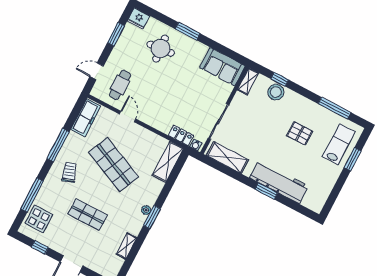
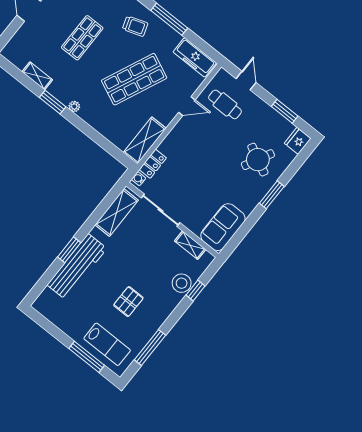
round table: (161, 49) -> (258, 160), turned 32
shelving: (248, 81) -> (190, 245), moved
window: (353, 159) -> (87, 357), width x1.44
shelving: (168, 162) -> (145, 140), moved, turned 90
window: (152, 217) -> (53, 102), moved

